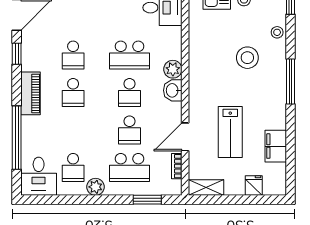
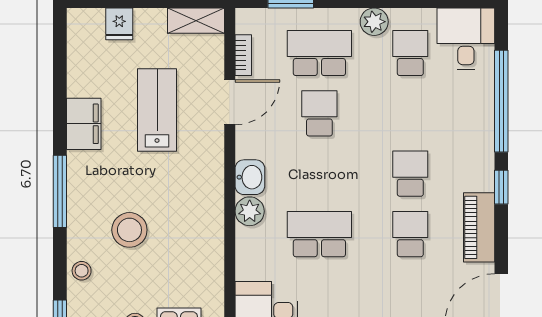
window: (17, 54) -> (501, 187), moved
piano: (30, 93) -> (479, 227), moved
school desk: (130, 93) -> (319, 174), removed
filing cabinet: (276, 146) -> (84, 124), moved

